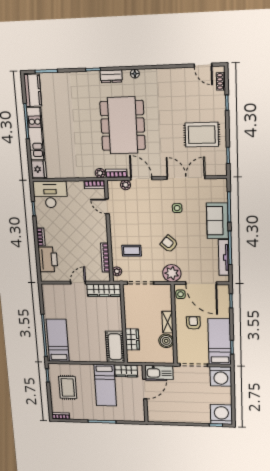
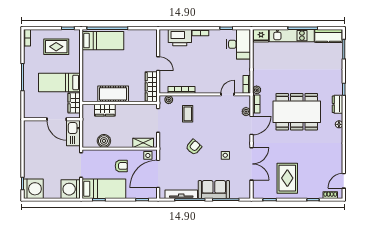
plant: (172, 273) -> (167, 149), removed
shelving: (168, 322) -> (143, 143), moved
cot: (115, 347) -> (113, 94), moved

